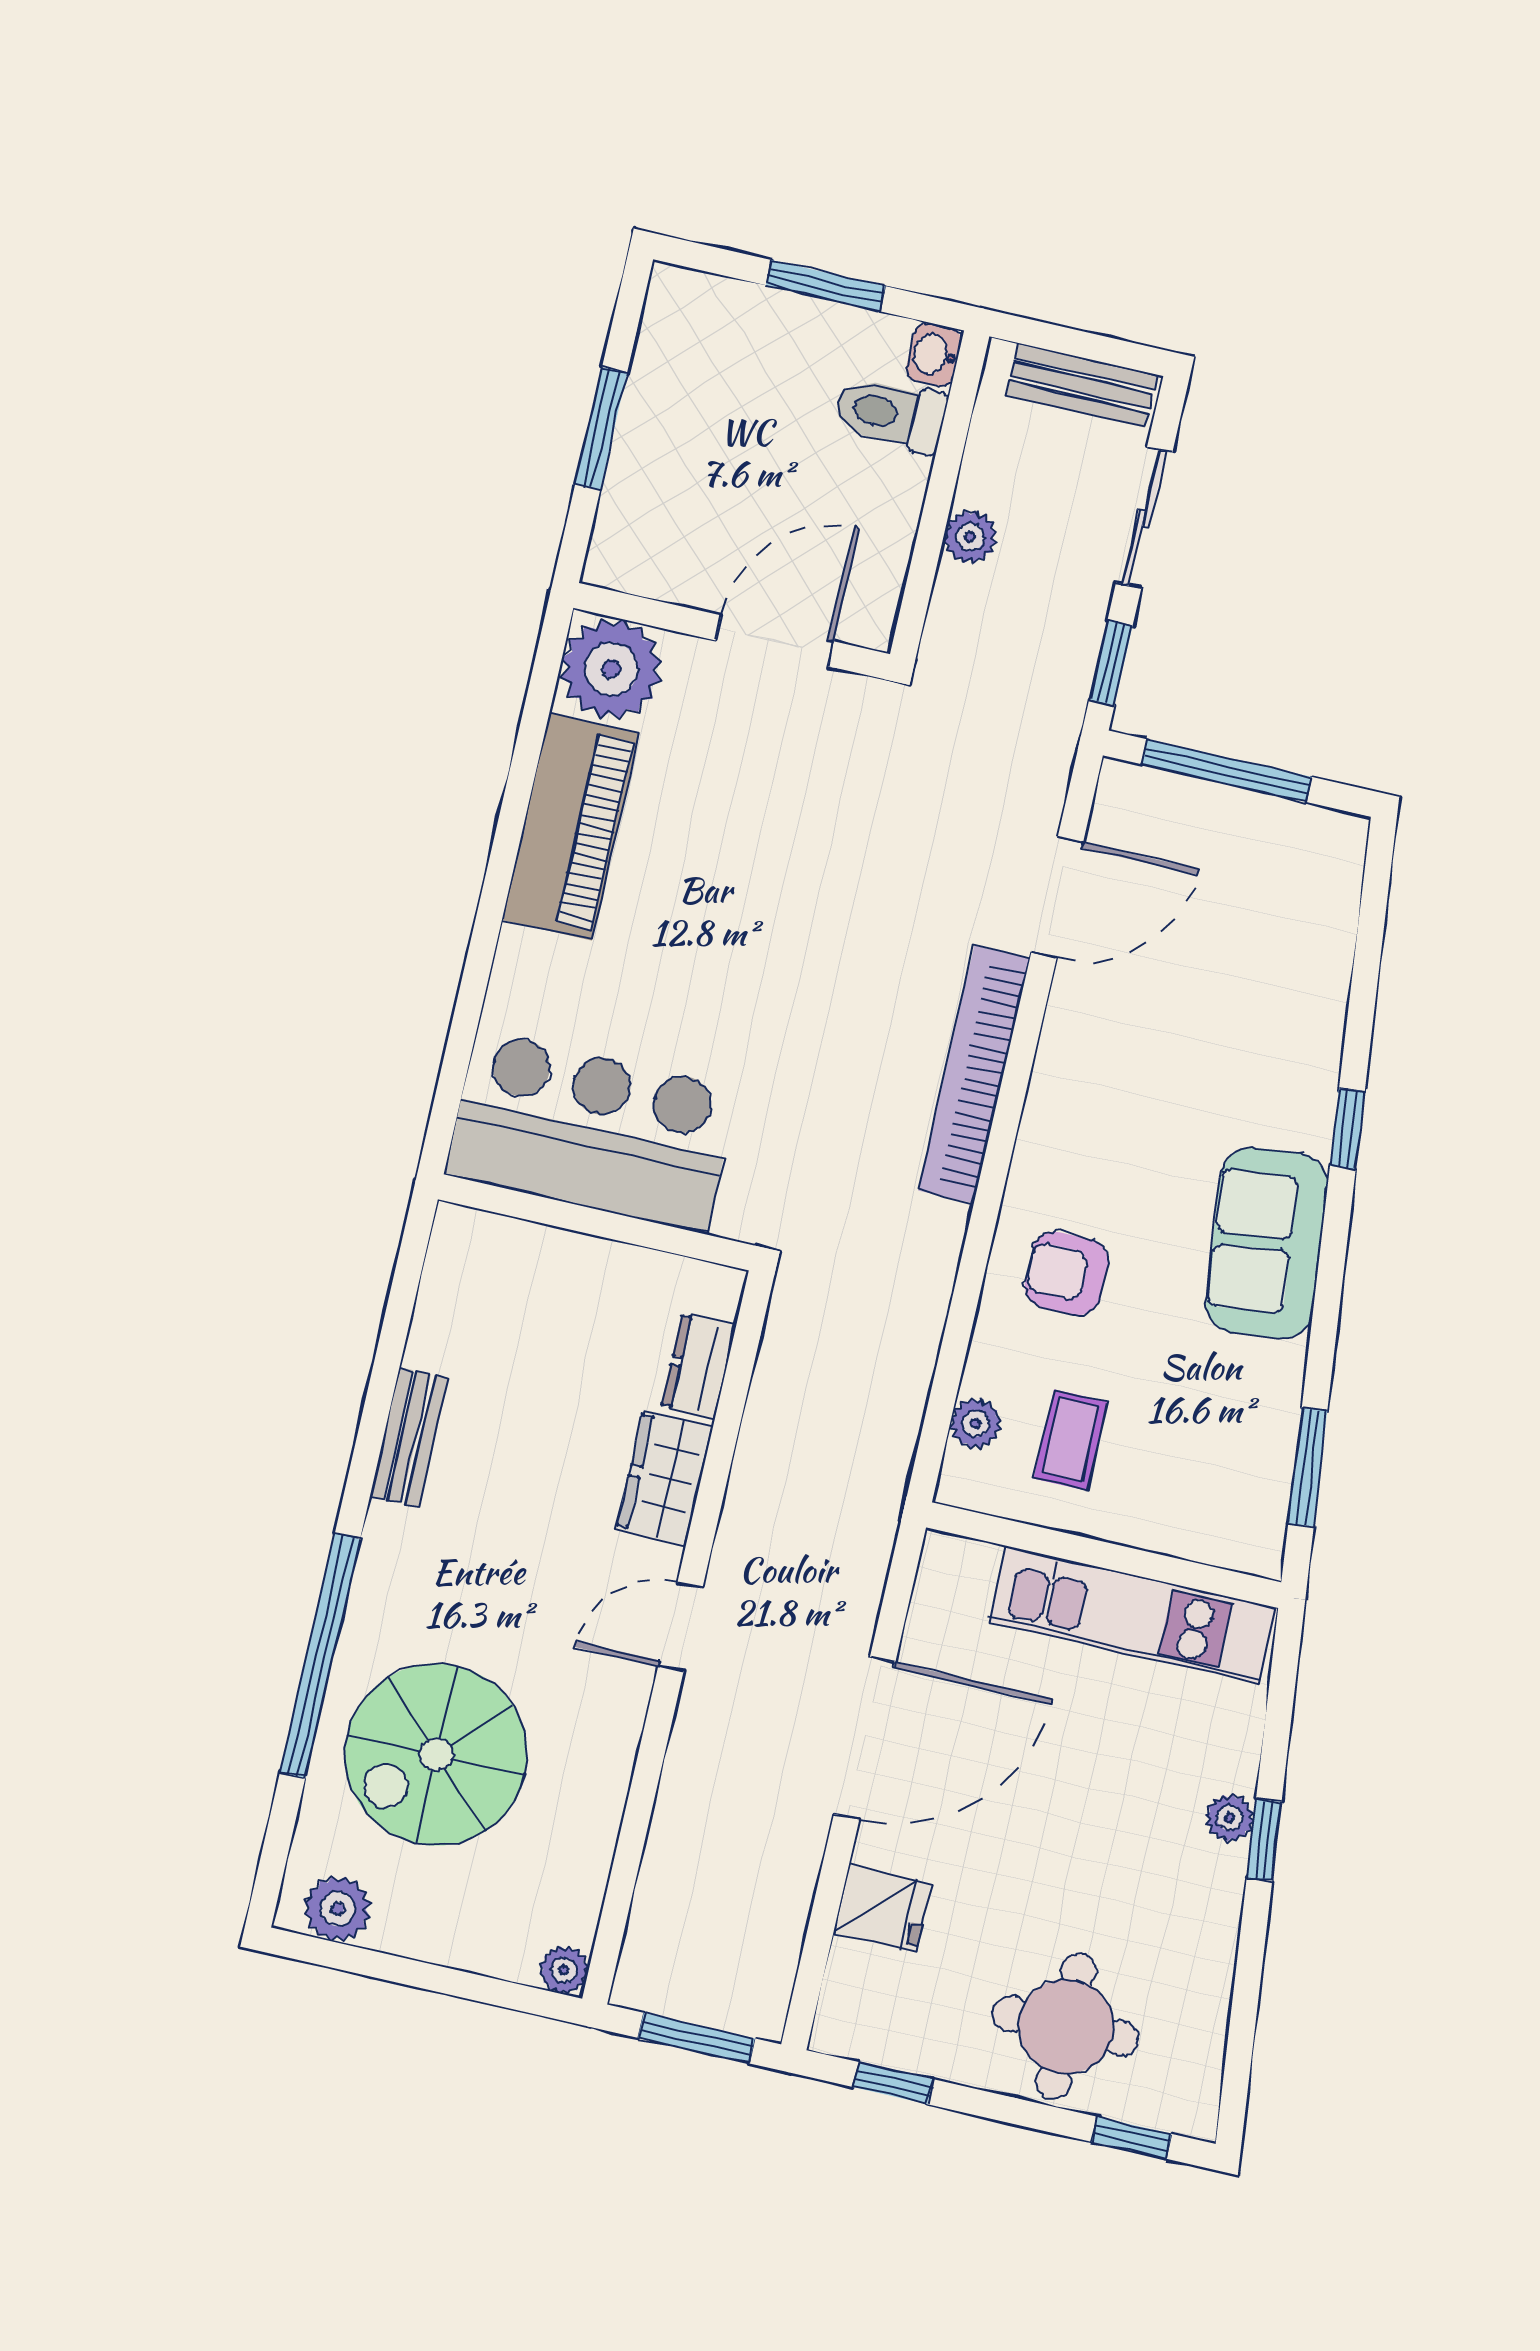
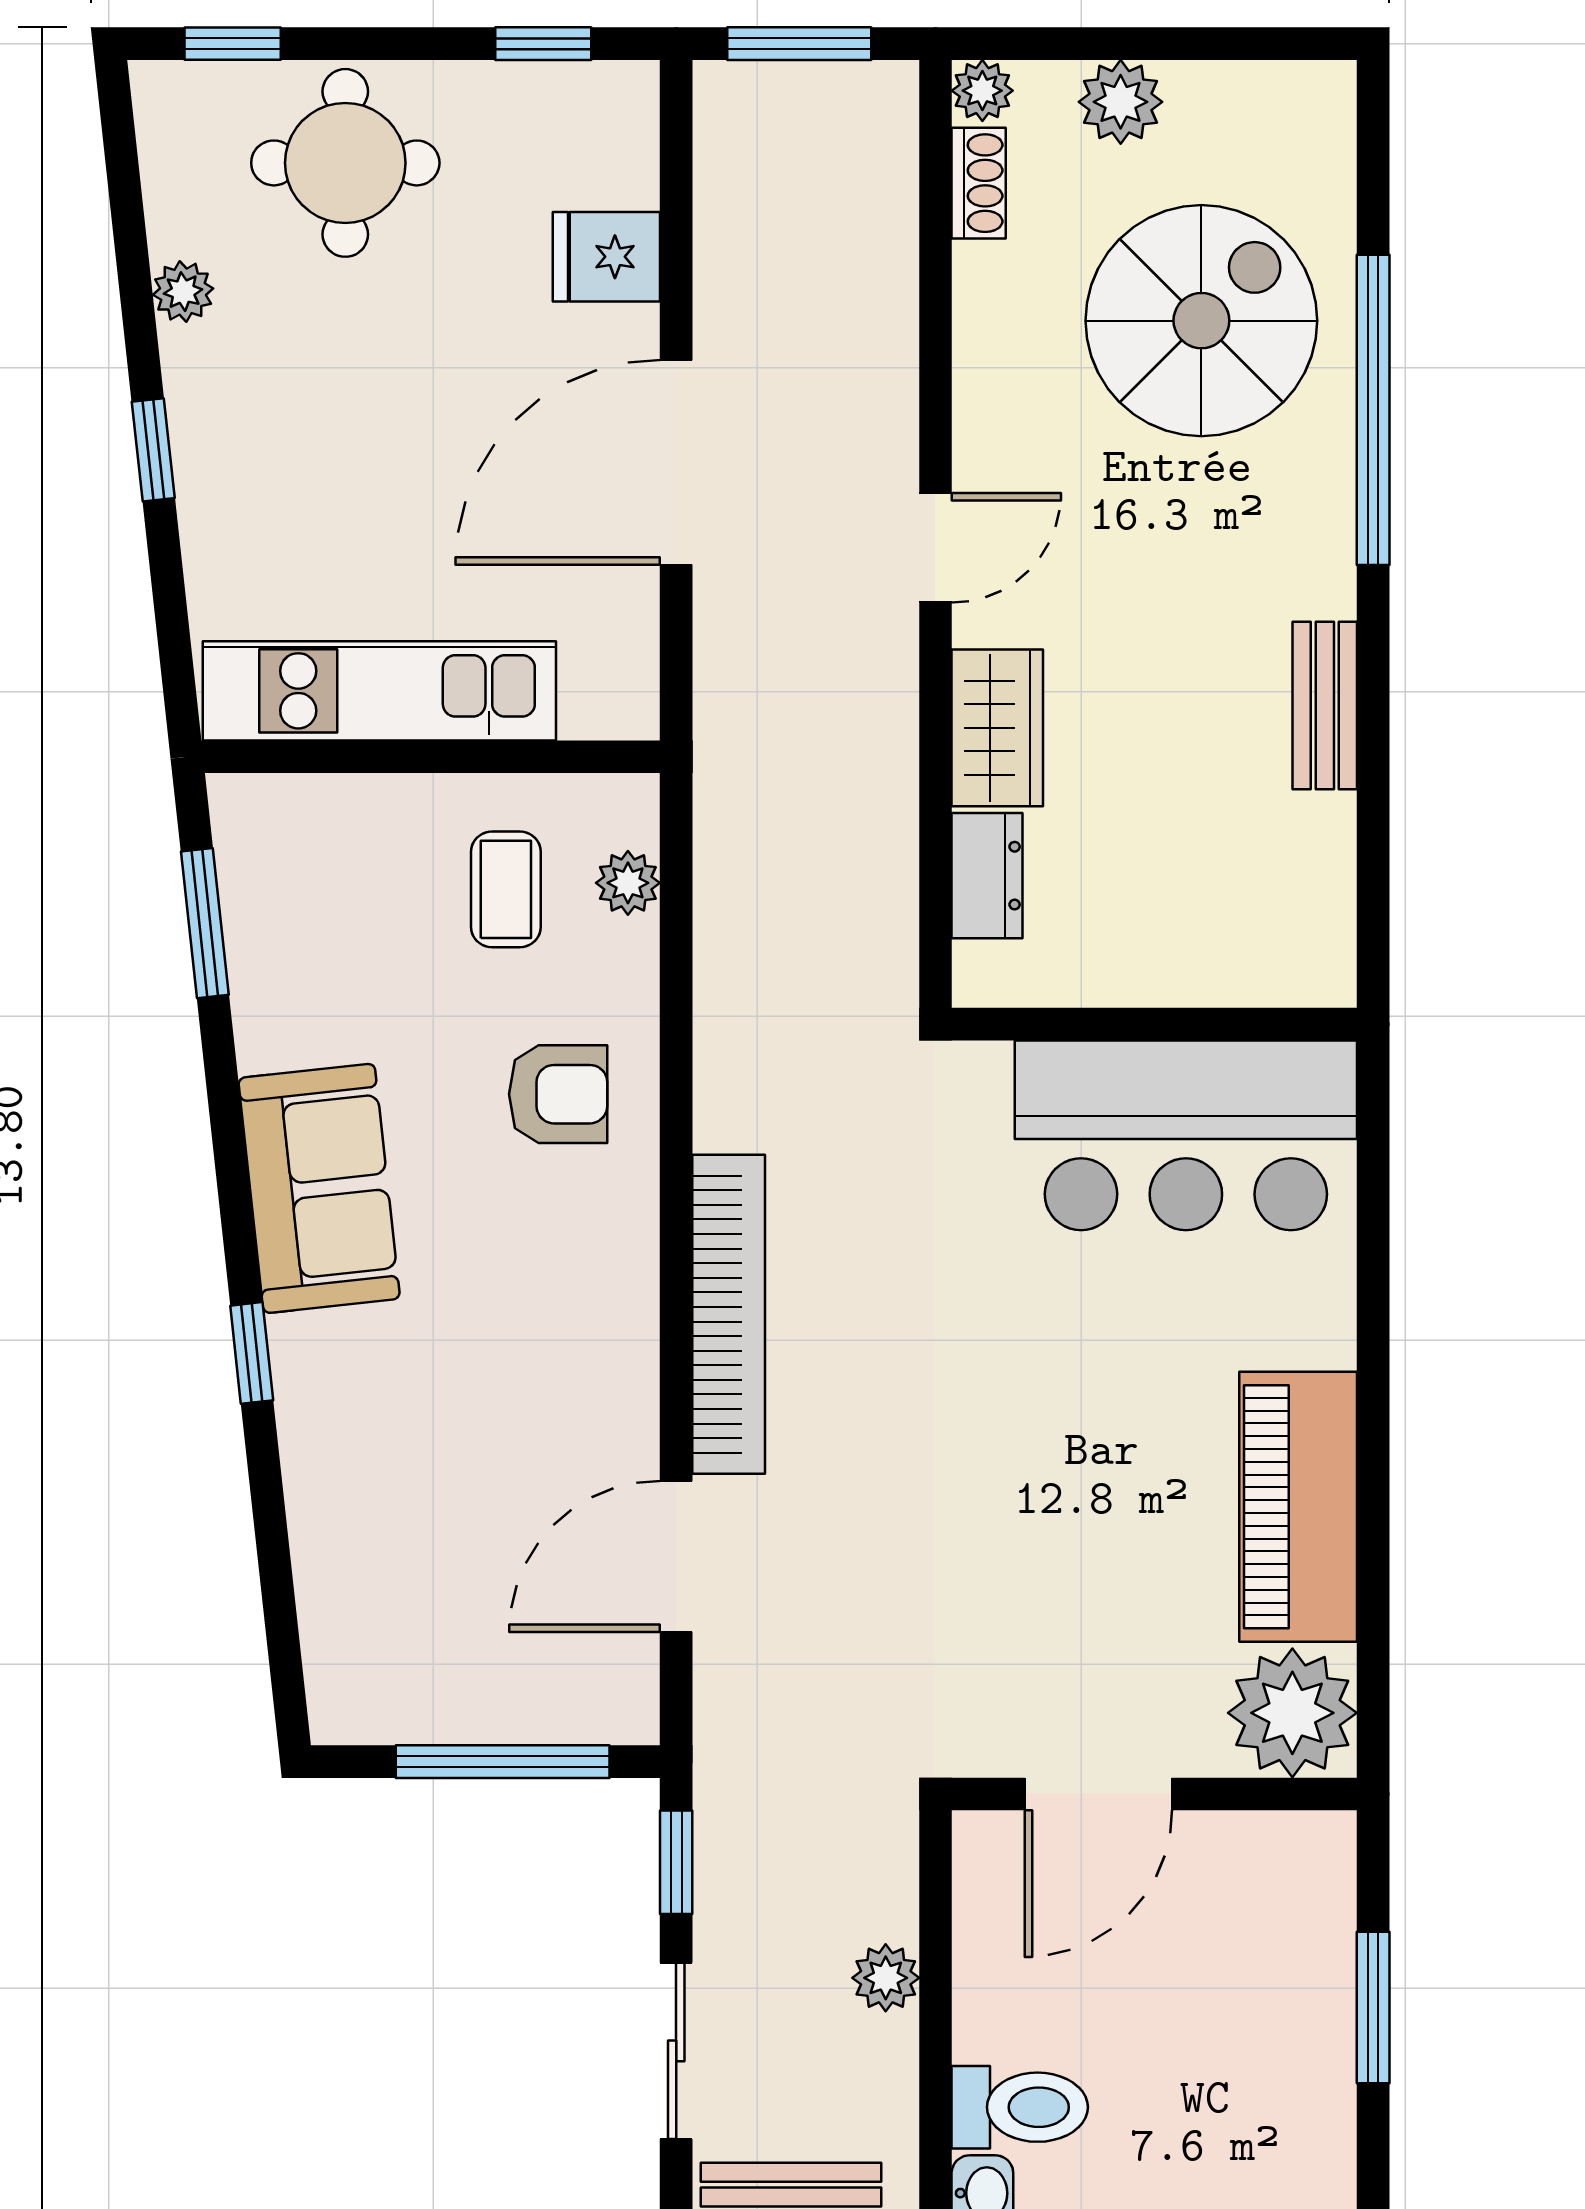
plant: (1230, 1818) -> (183, 292), moved
shoe rack: (583, 1899) -> (979, 183), added
plant: (338, 1909) -> (1121, 102), moved

